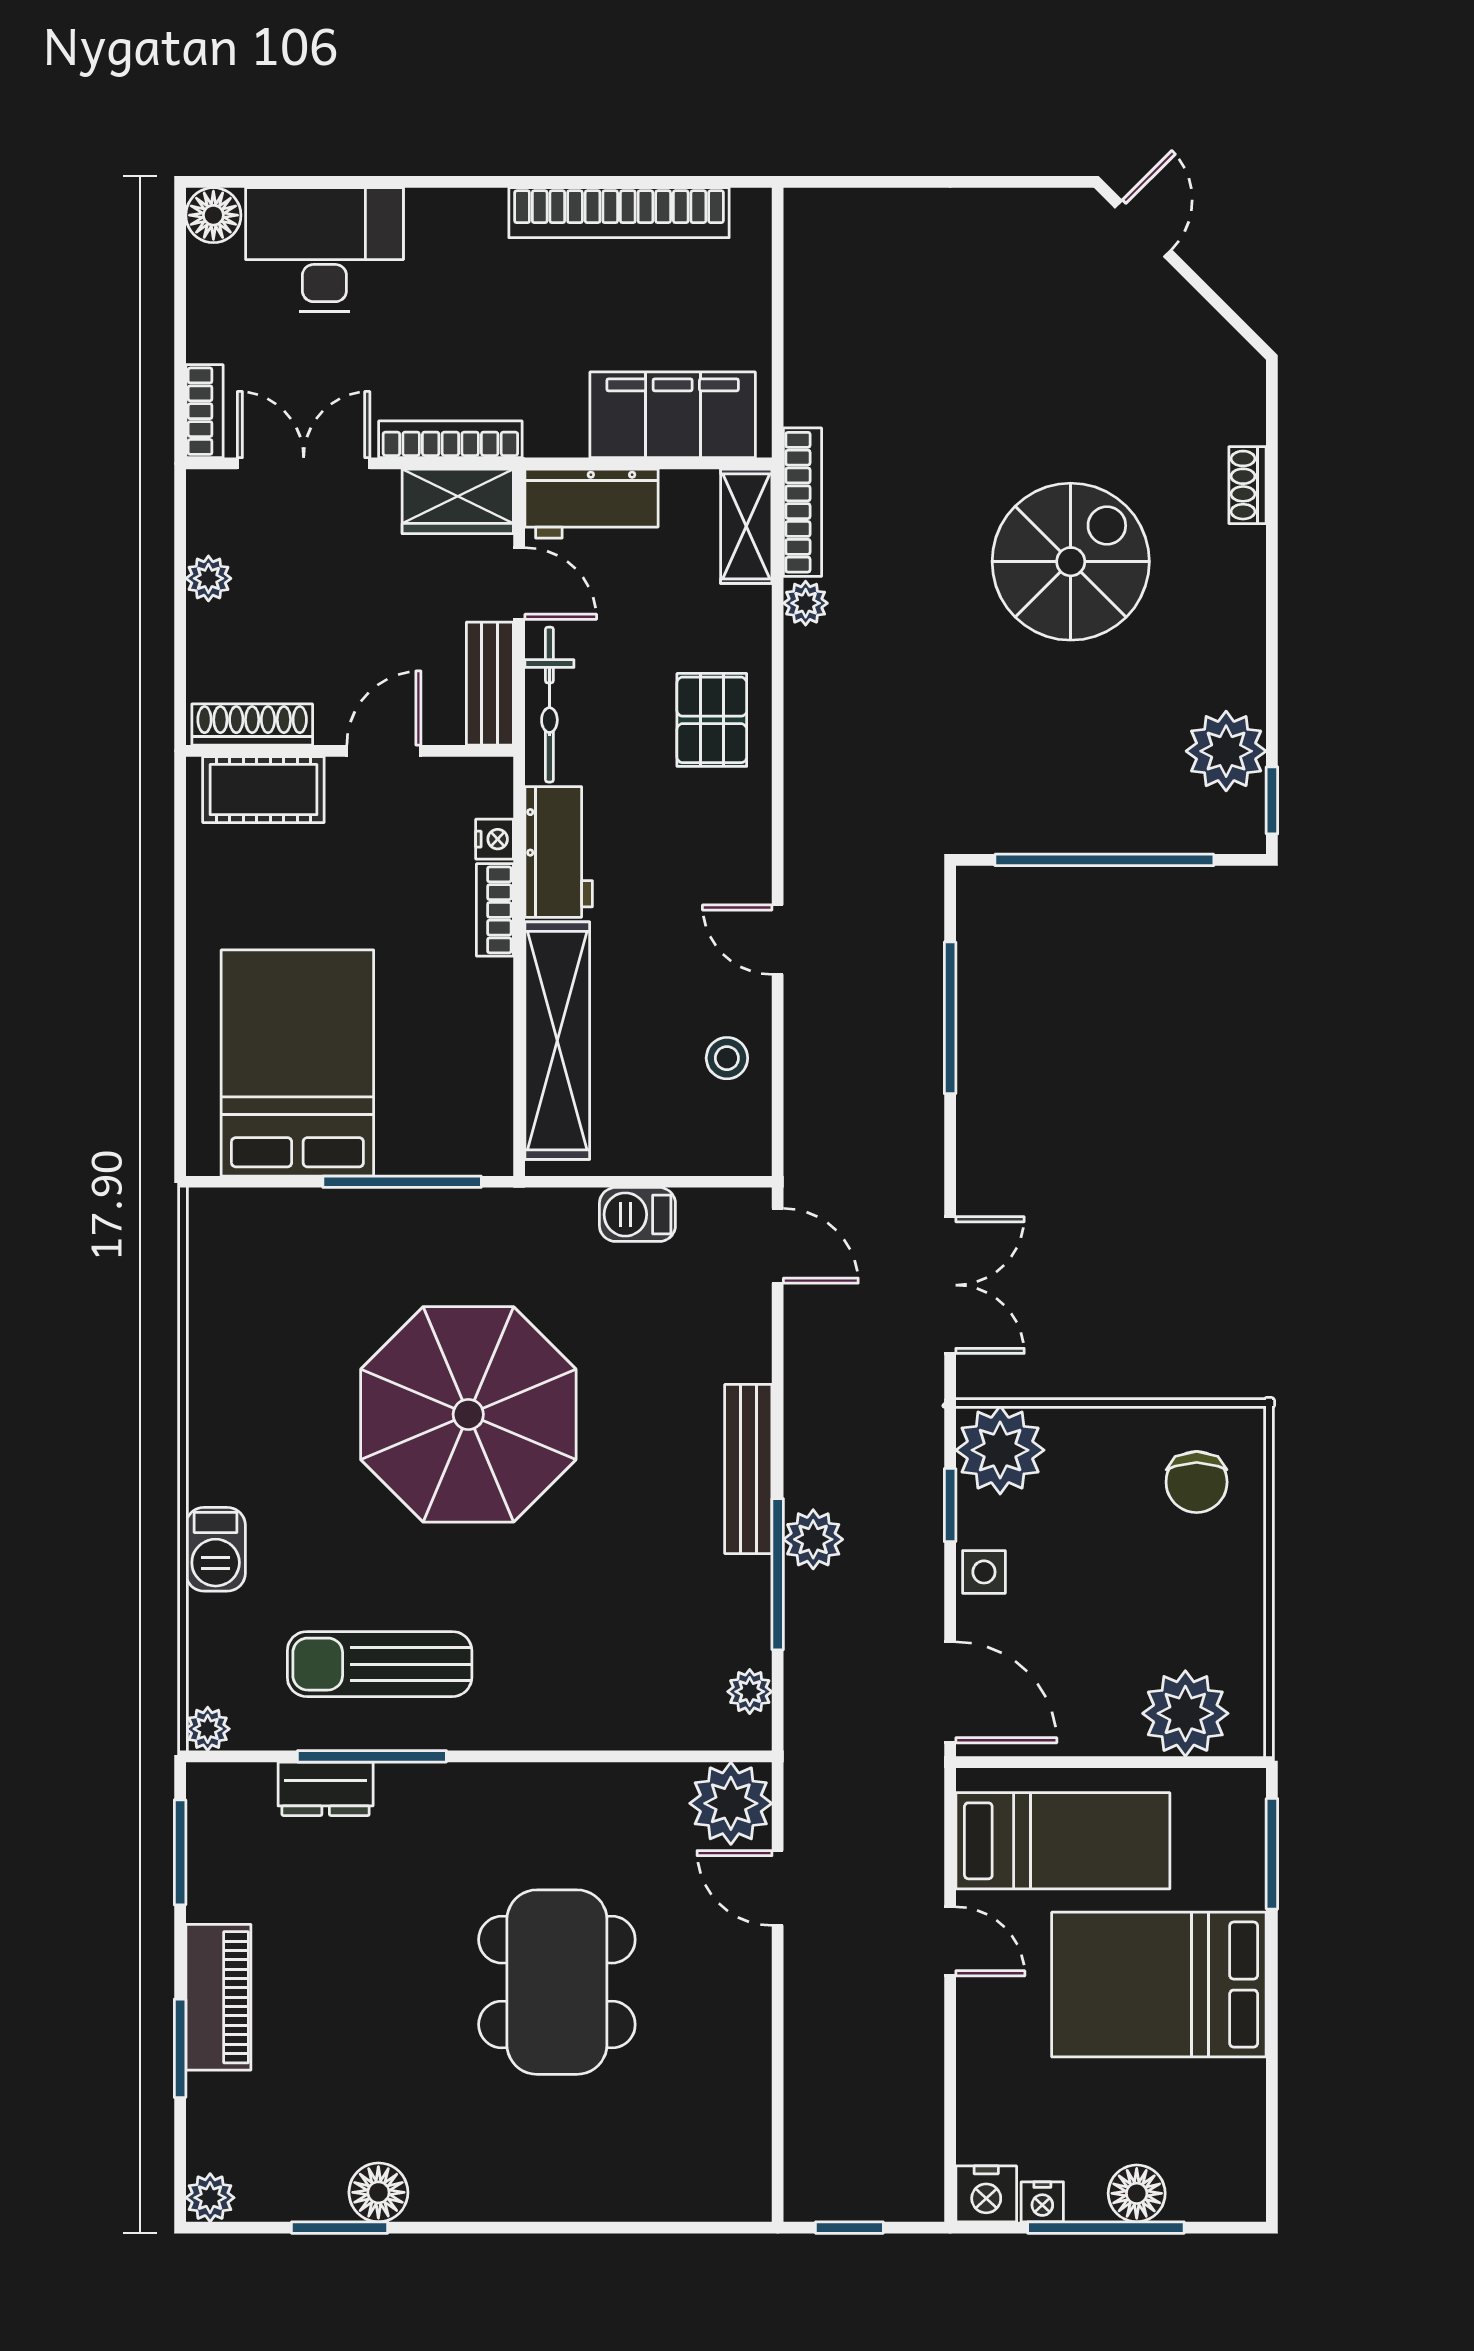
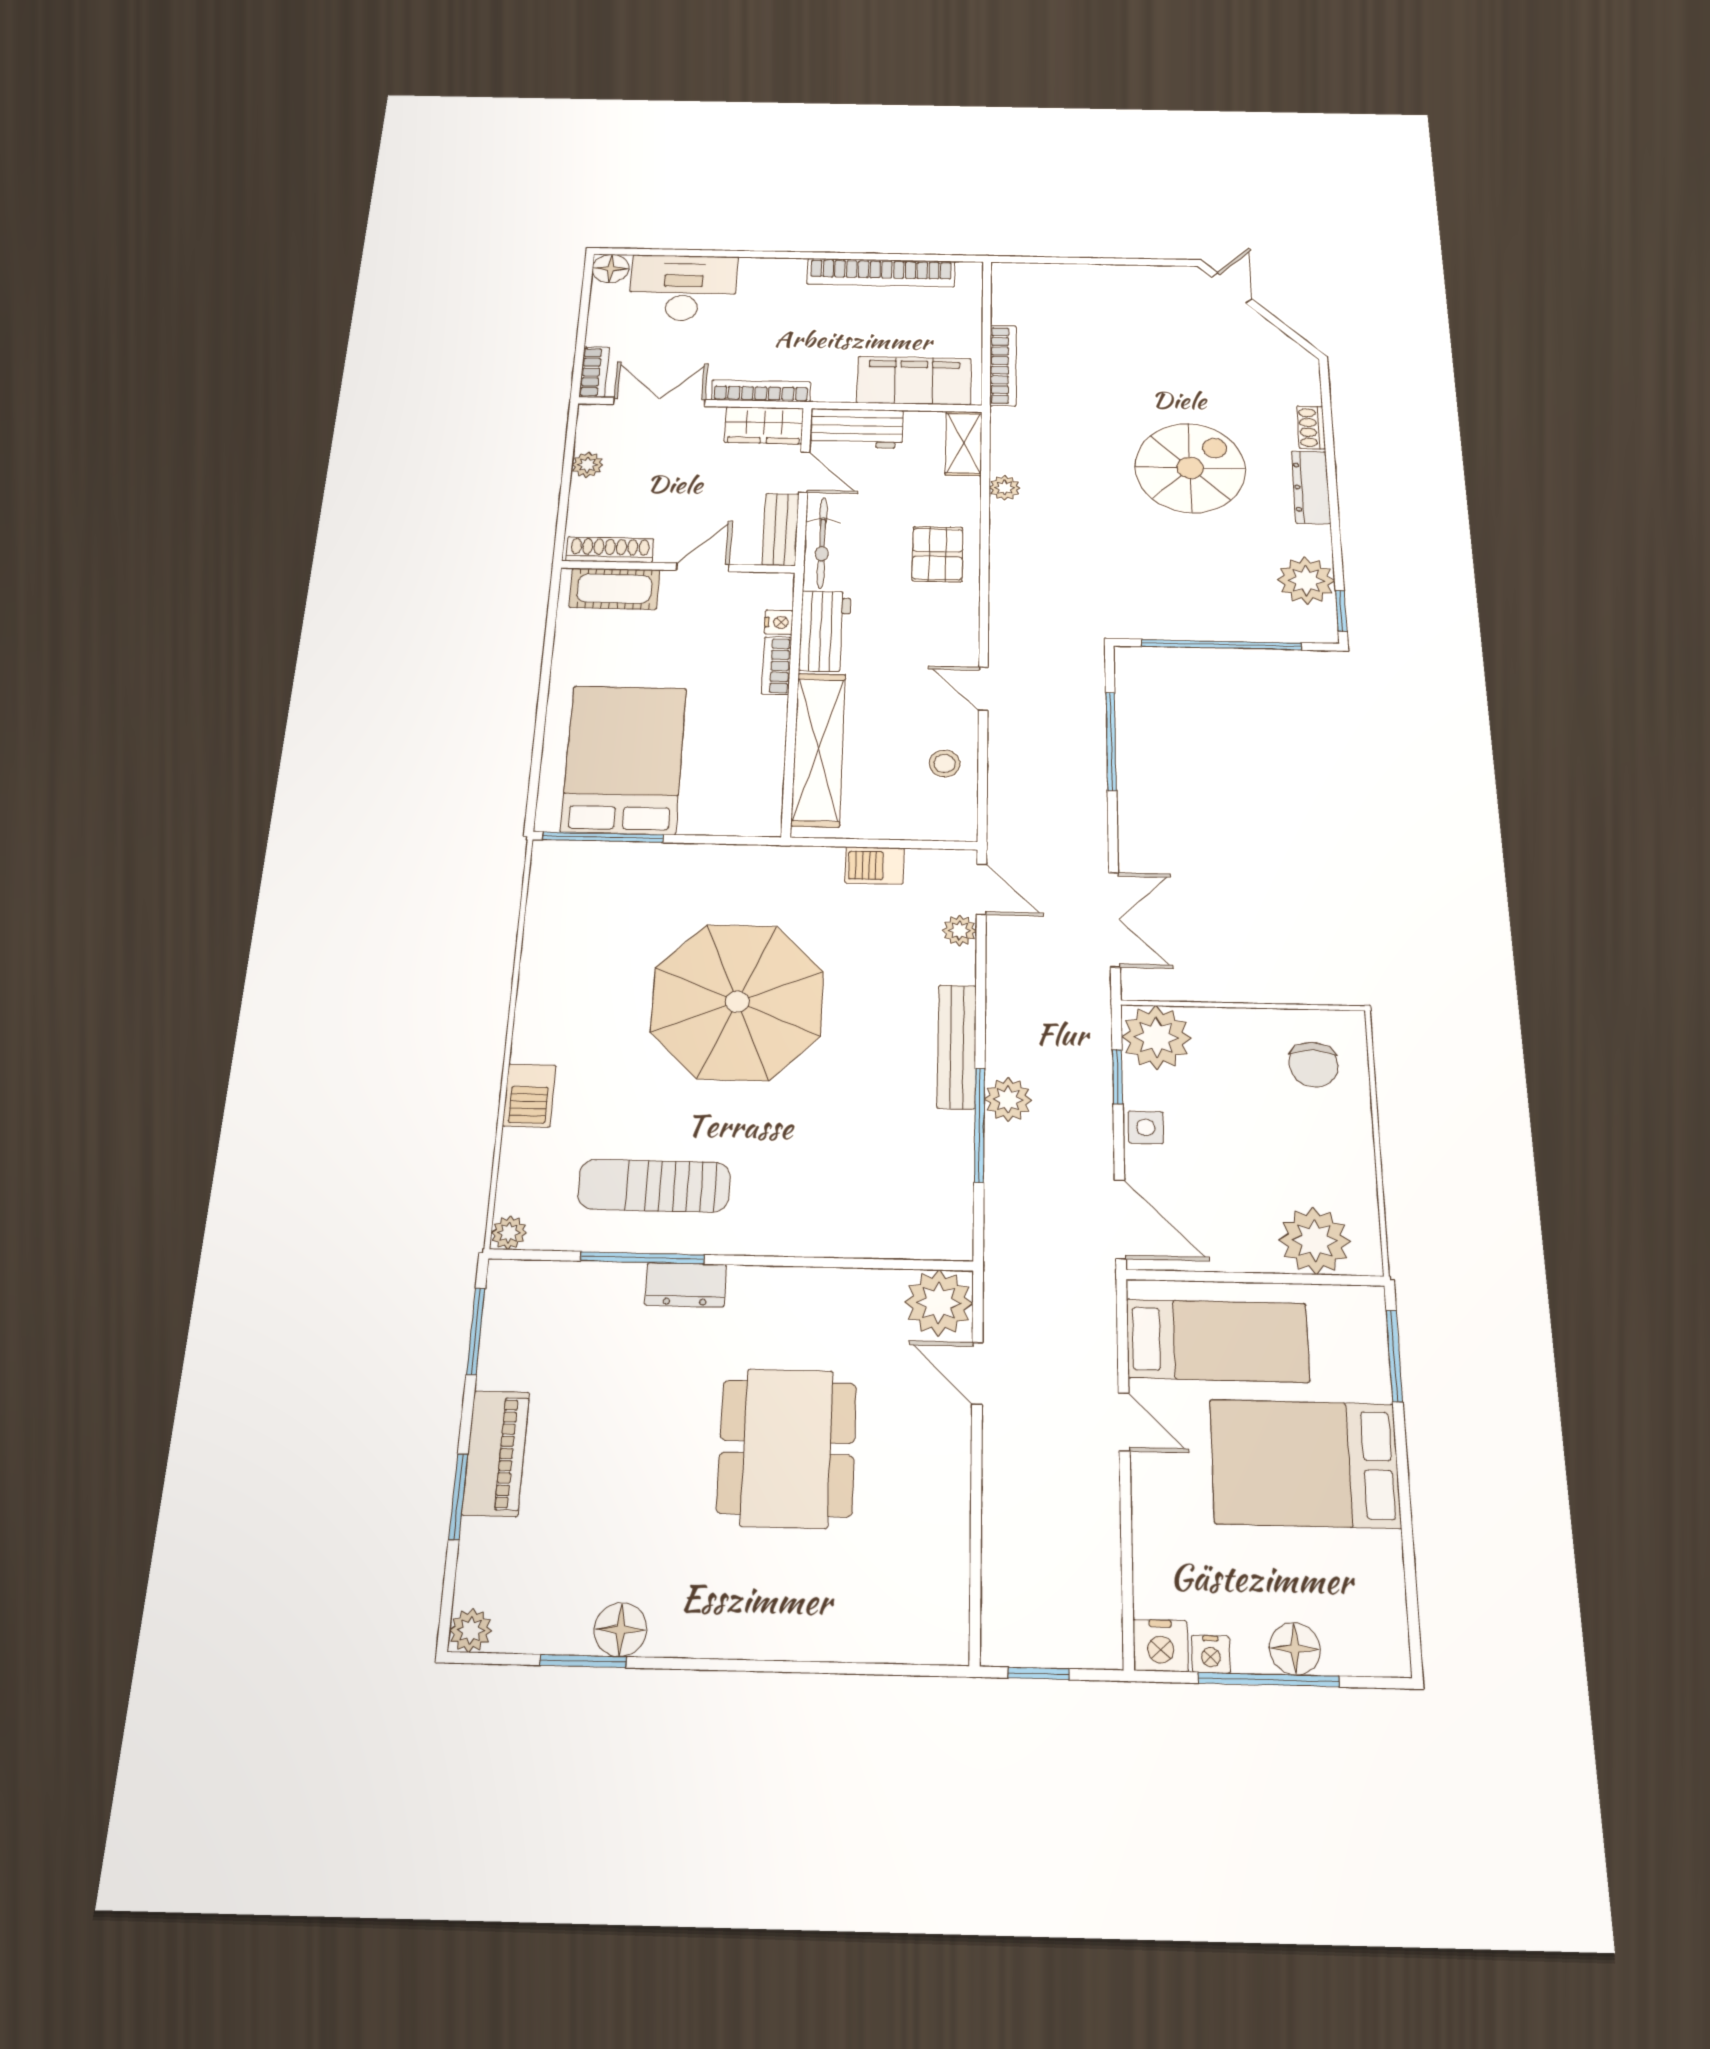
bookcase: (802, 502) -> (1003, 365), moved
dresser: (1241, 591) -> (1311, 487), added
window: (402, 1182) -> (603, 837), moved
plant: (750, 1692) -> (959, 931), moved
dresser: (326, 1789) -> (686, 1285), moved

